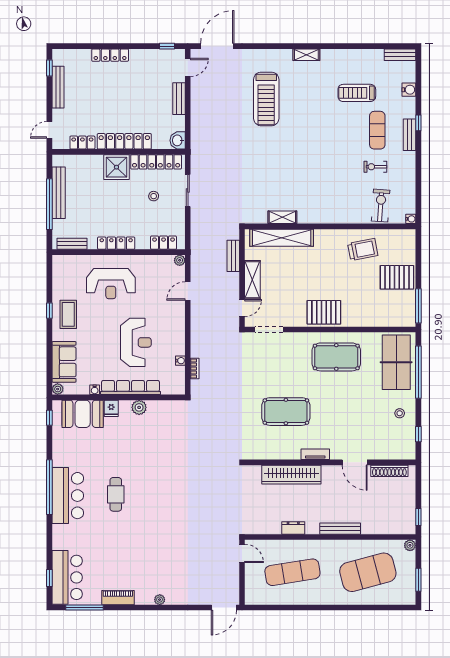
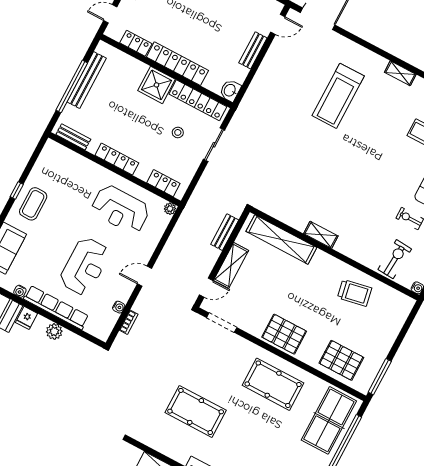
shelving: (282, 217) -> (321, 235), moved
pallet: (397, 277) -> (341, 360), moved
reception desk: (111, 284) -> (120, 209), moved
door: (188, 291) -> (144, 276), moved

